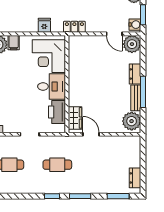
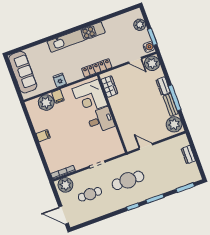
fridge: (44, 25) -> (60, 80), moved
locker: (74, 27) -> (97, 68), width x1.53
printer: (57, 112) -> (112, 139), removed
wardrobe: (75, 118) -> (109, 87), moved
cafe table: (57, 165) -> (128, 180), width x1.37, depth x1.35
dresser: (135, 178) -> (188, 155), moved

